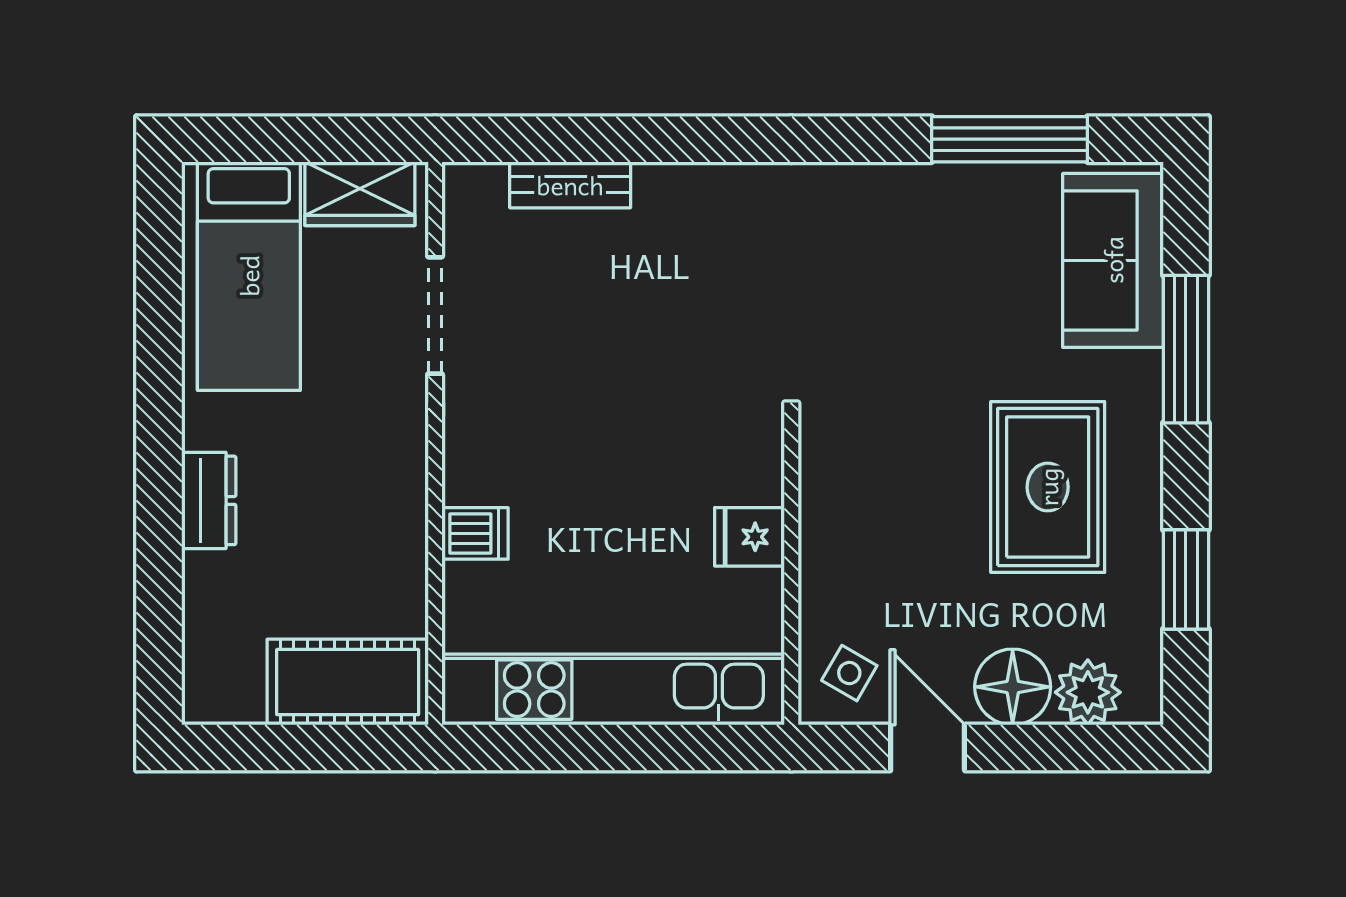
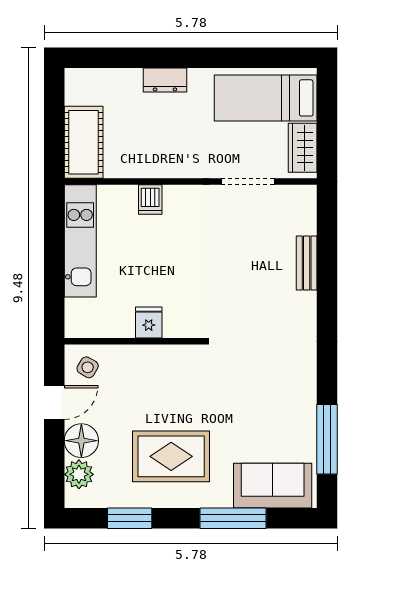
bench: (570, 185) -> (307, 263), moved
kitchen unit: (613, 690) -> (80, 241), width x0.73

